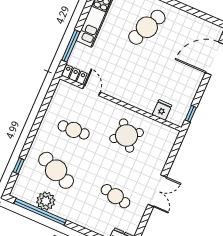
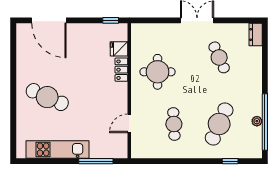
locker: (74, 75) -> (121, 70), moved
round table: (127, 136) -> (158, 72), turned 37
cafe table: (116, 196) -> (219, 57), turned -36
plant: (46, 201) -> (257, 121), width x0.53, depth x0.53

